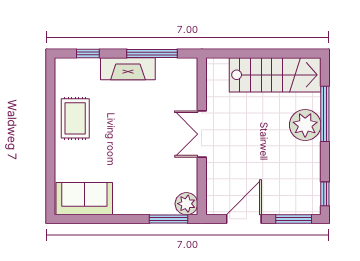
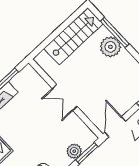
plant: (186, 204) -> (74, 151), moved
door: (244, 219) -> (115, 127), moved

